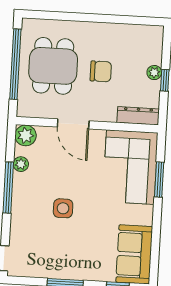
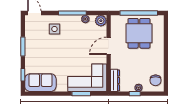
dining table: (53, 66) -> (139, 33), turned 90
chair: (101, 71) -> (156, 80), moved
side table: (63, 208) -> (54, 29), moved

